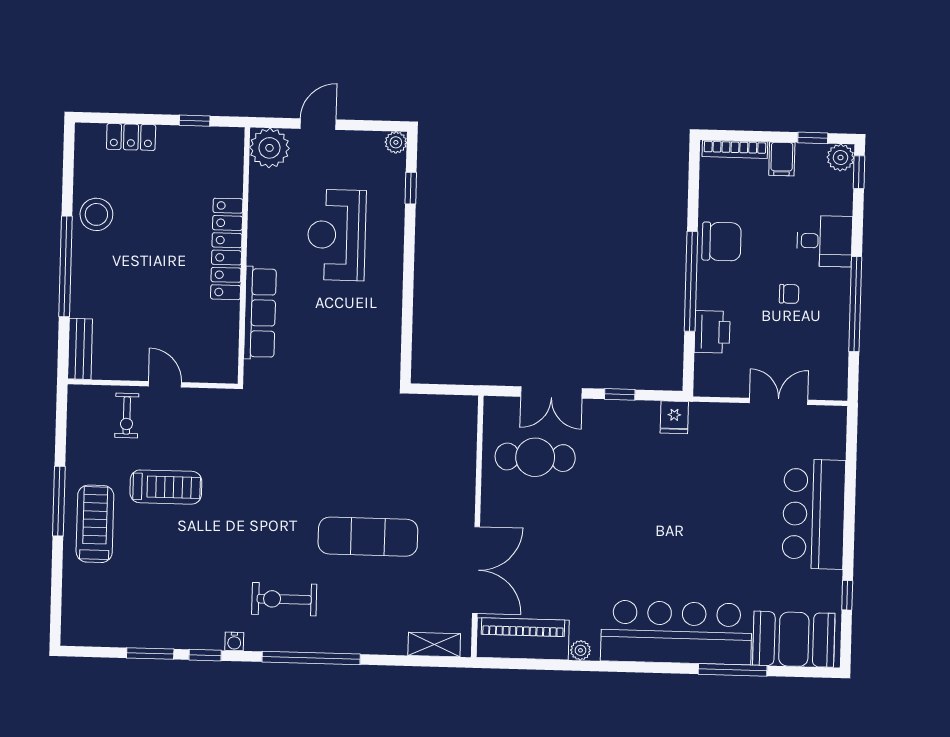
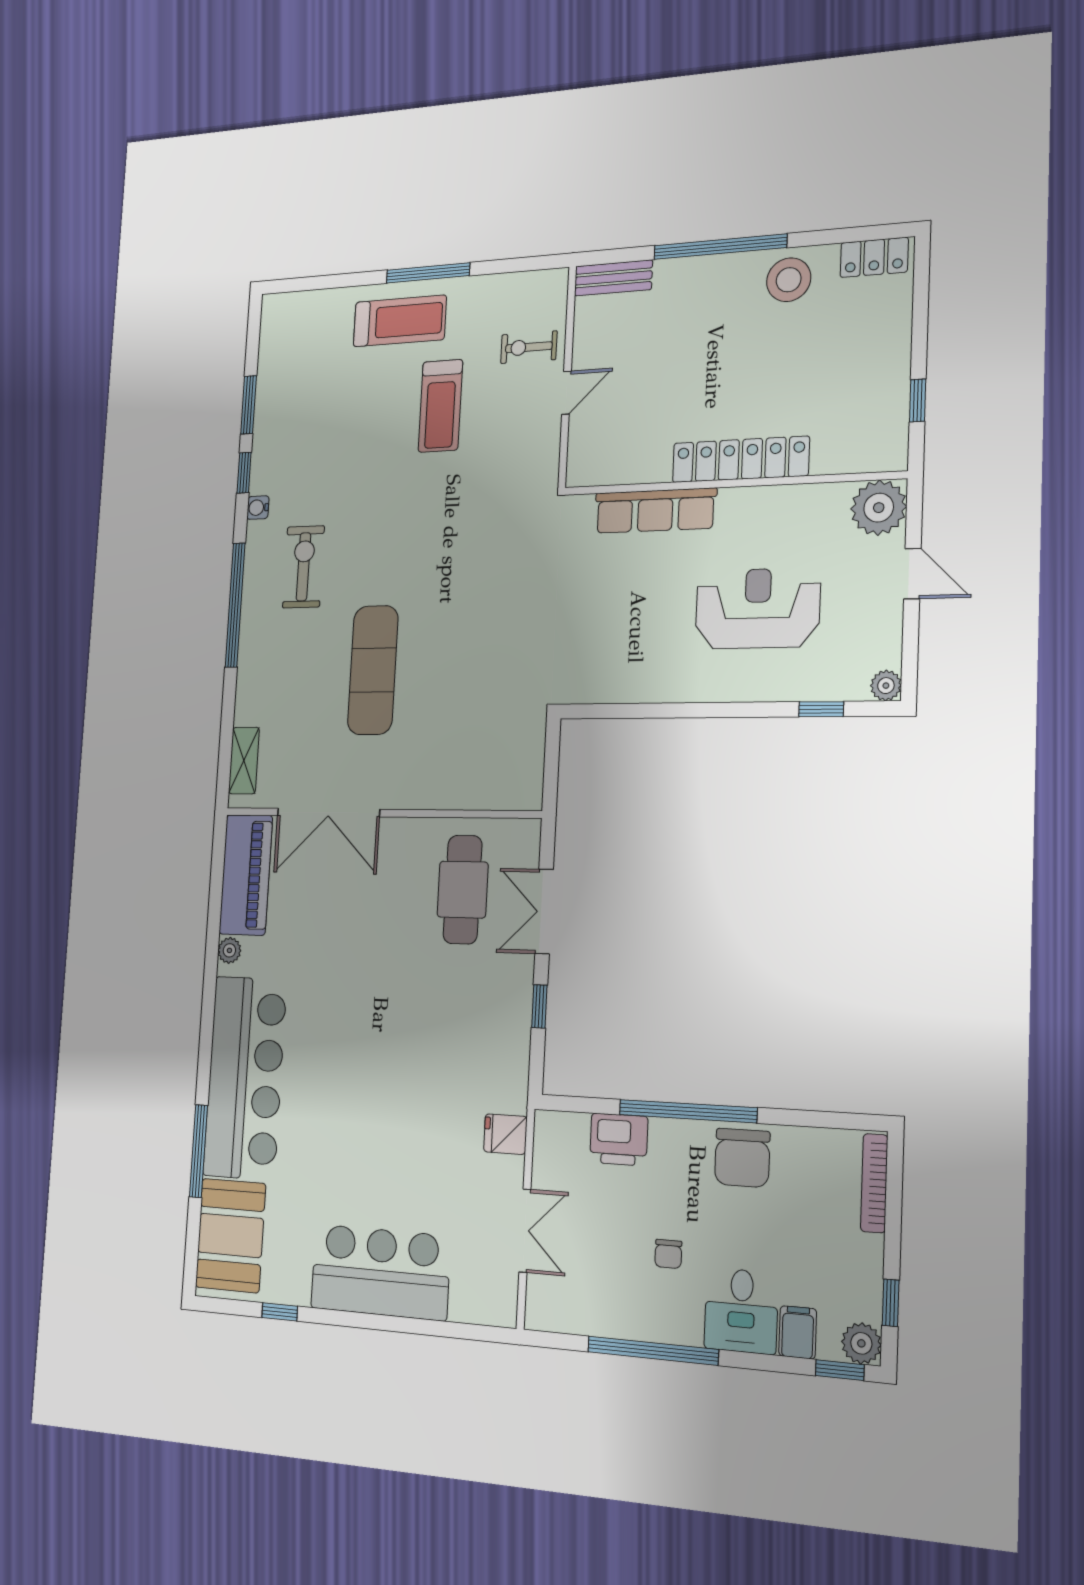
locker: (131, 137) -> (874, 257), moved, turned -90
filing cabinet: (782, 159) -> (798, 1332), moved, turned 90
fridge: (674, 417) -> (505, 1134), moved

